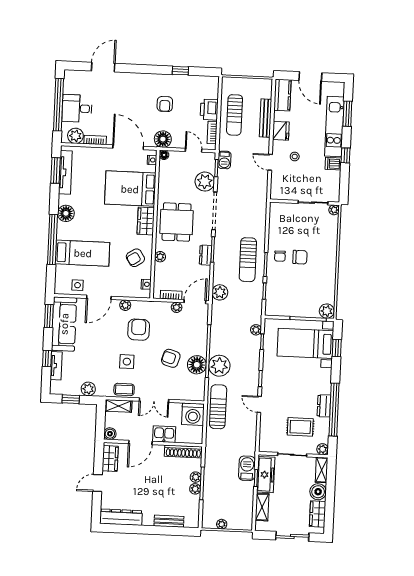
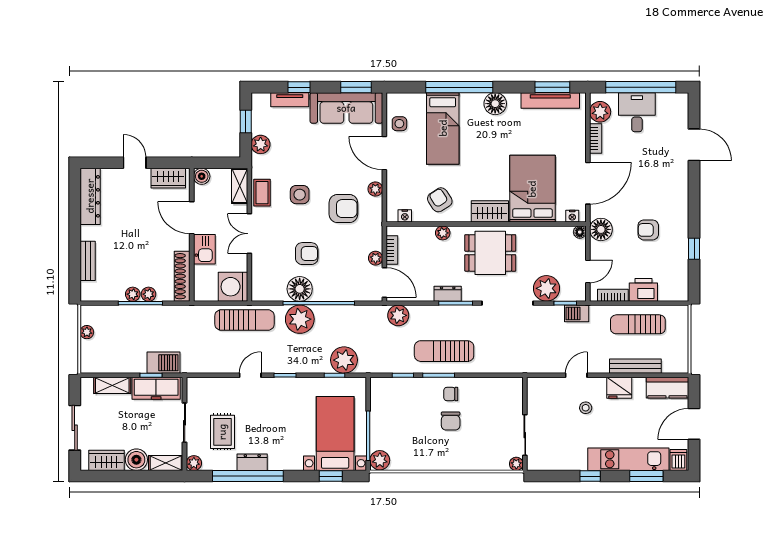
dishwasher: (333, 164) -> (678, 460), moved
plant: (256, 330) -> (344, 360), width x1.88, depth x1.88
armchair: (171, 358) -> (307, 254), turned 73

